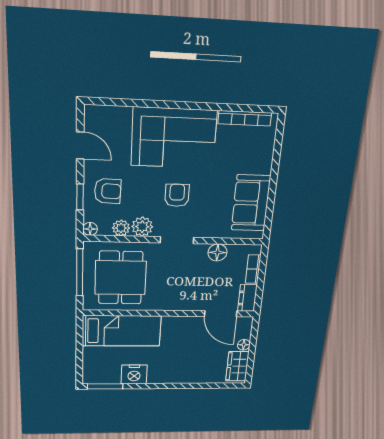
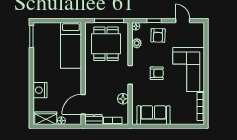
door: (80, 145) -> (183, 21), swing flipped
plant: (142, 227) -> (138, 55), removed
dining table: (121, 278) -> (106, 44), turned 90
nightstand: (134, 374) -> (40, 90), moved

